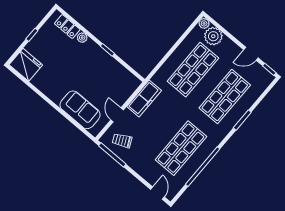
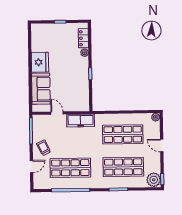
plant: (213, 36) -> (154, 180), moved
door: (251, 54) -> (162, 146), moved
fridge: (26, 65) -> (40, 62), moved
door: (117, 115) -> (57, 113), hinge flipped
trolley: (122, 141) -> (44, 148), moved
door: (157, 193) -> (32, 166), moved

